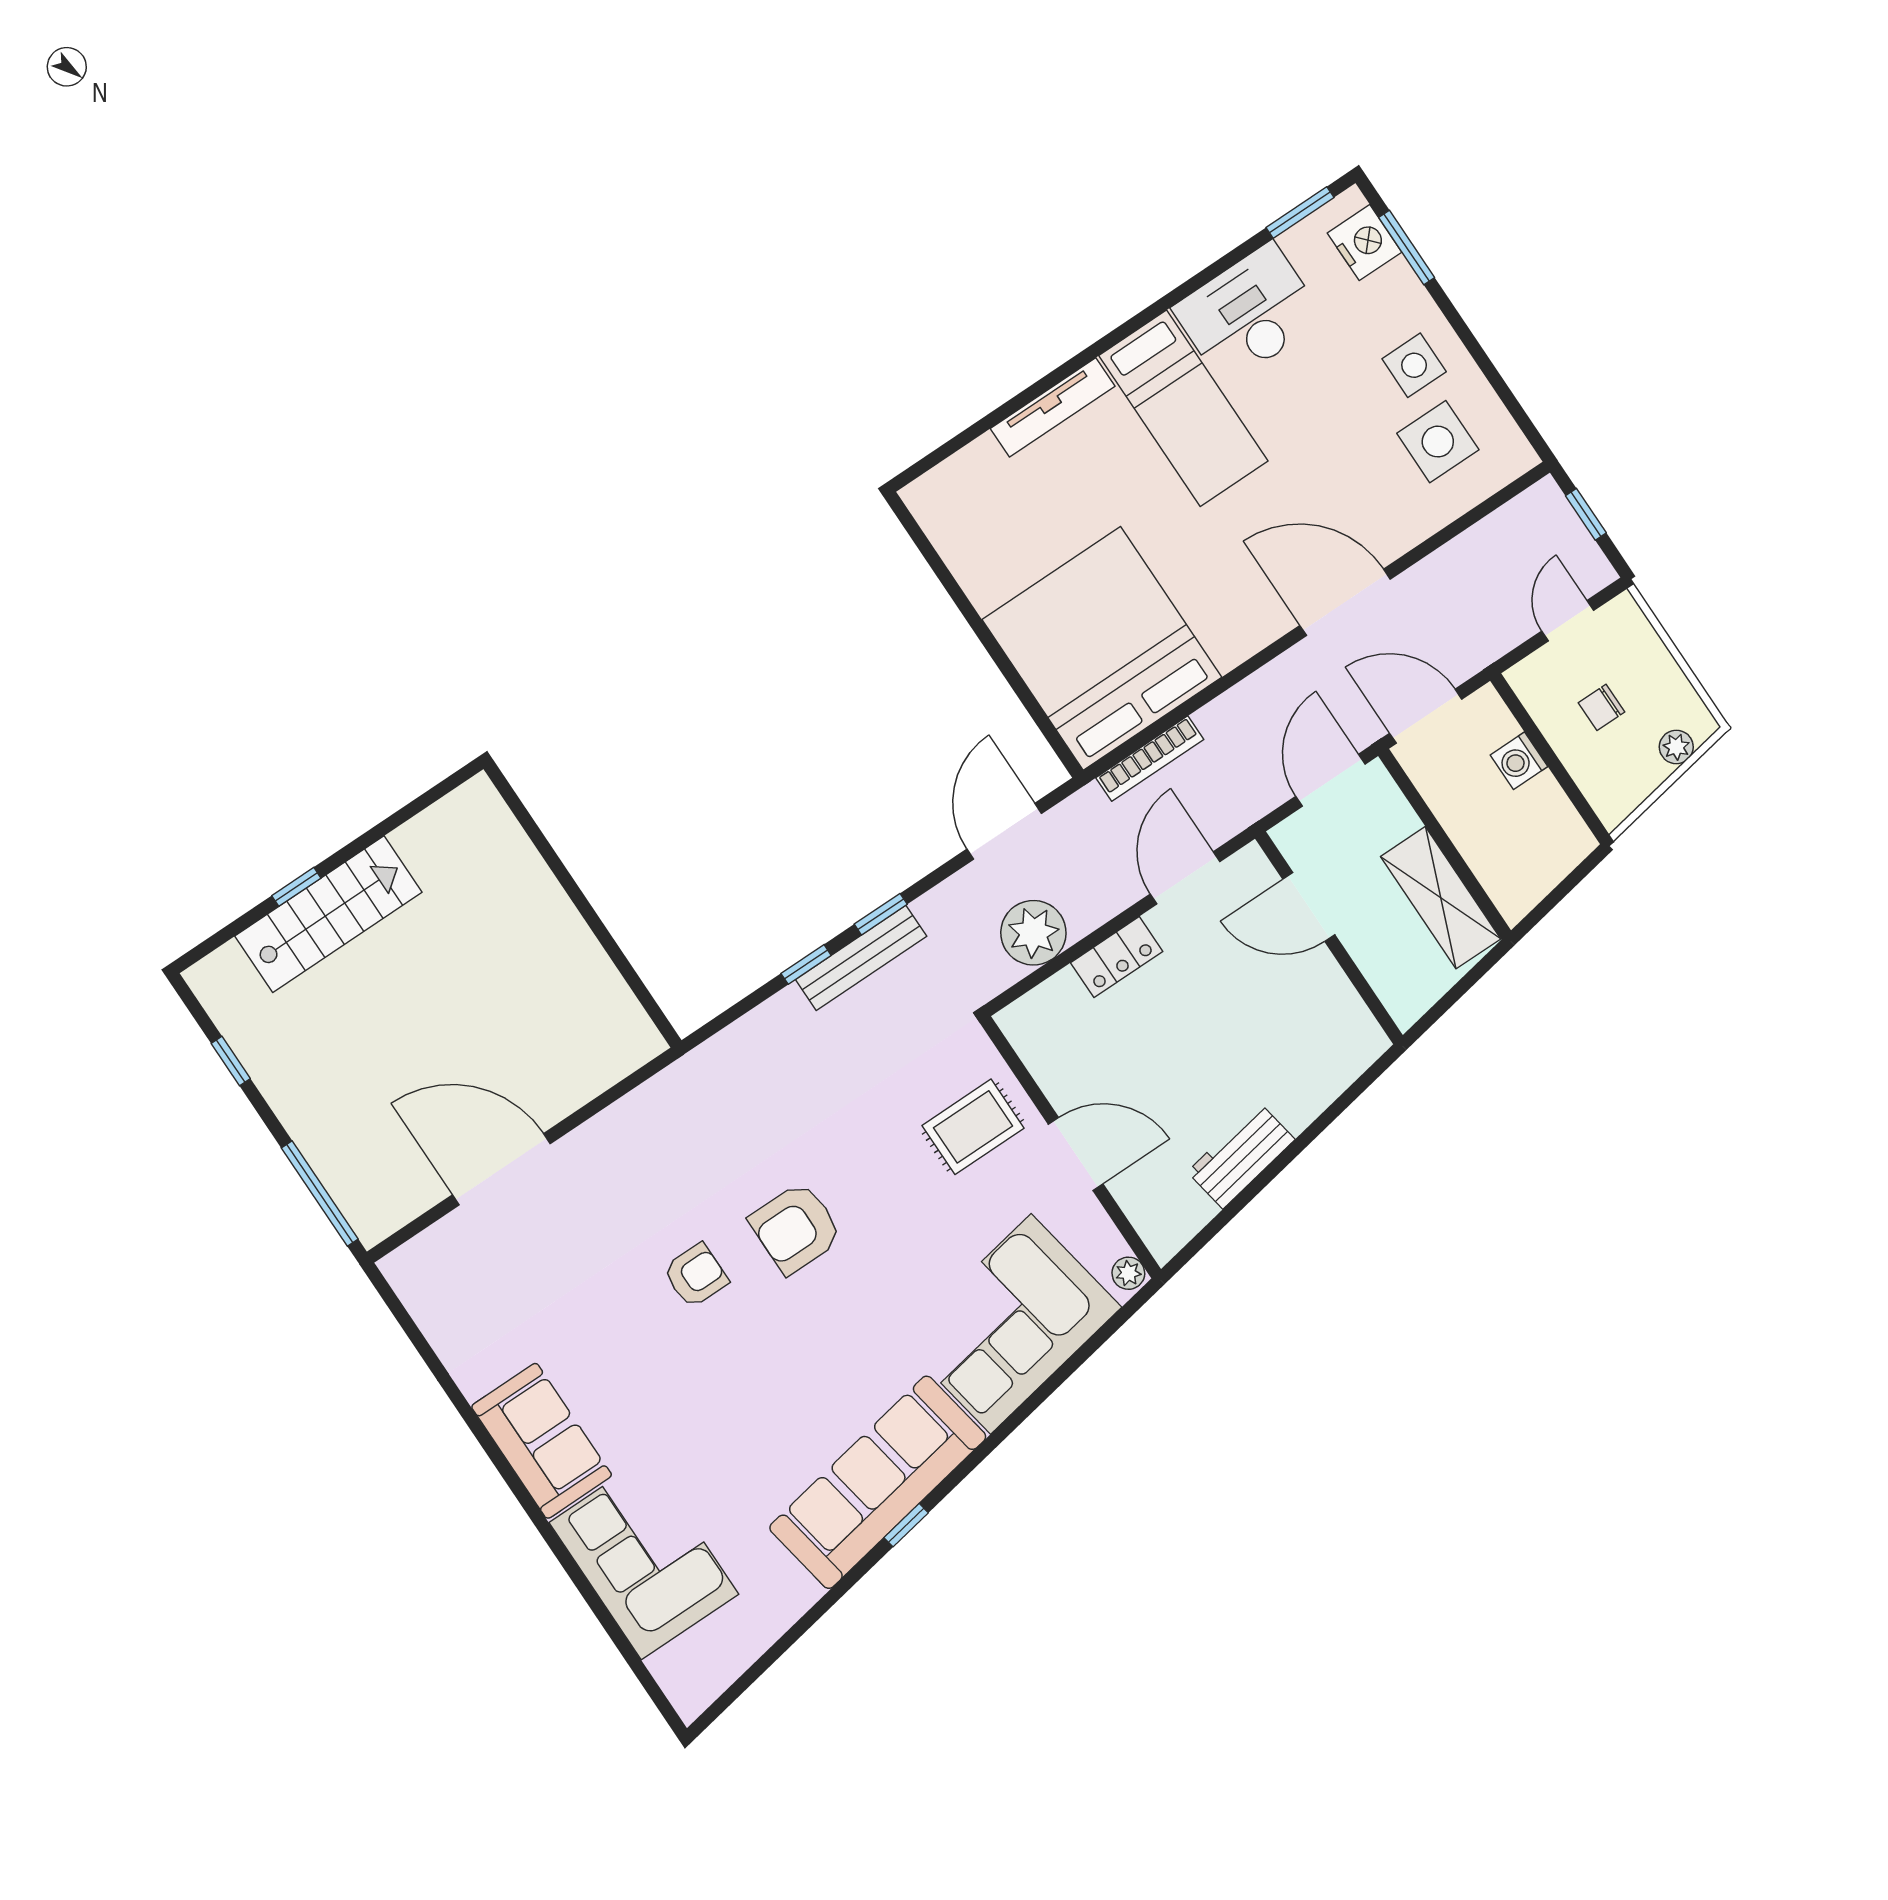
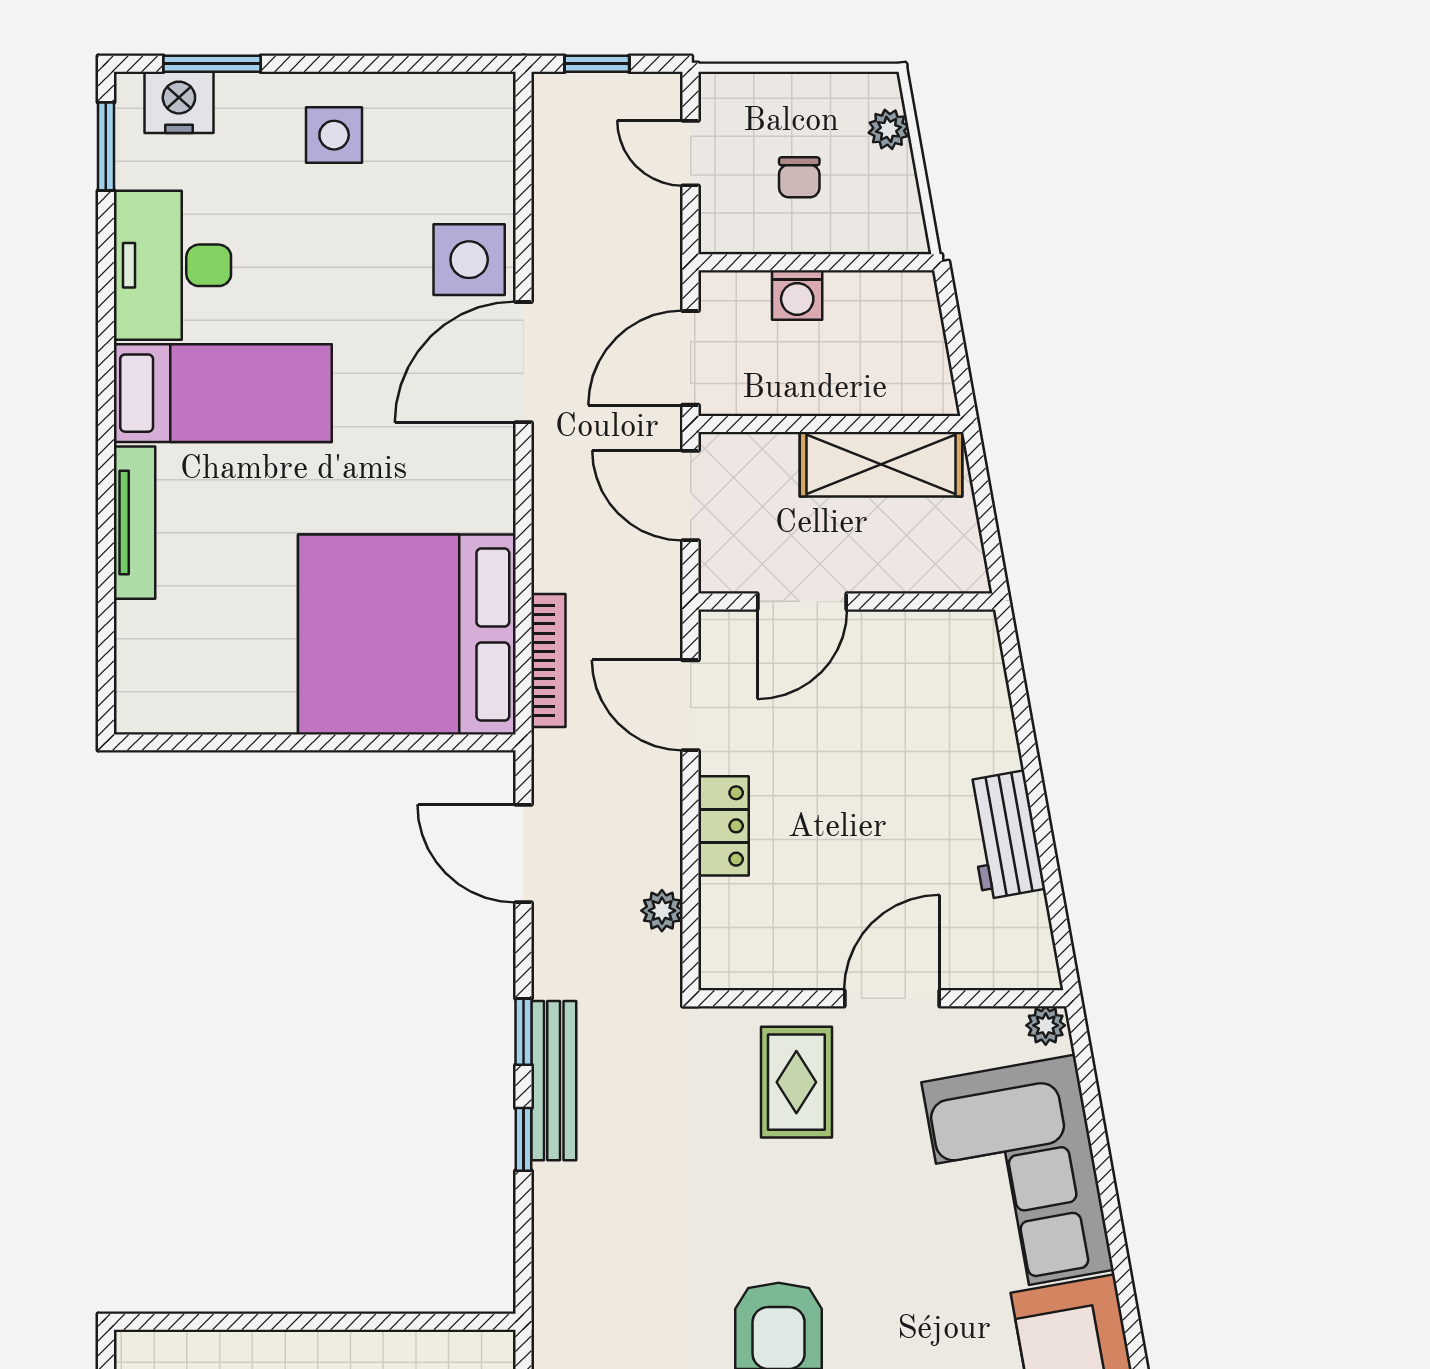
side table: (1438, 442) -> (469, 260), moved
plant: (1033, 933) -> (662, 911), width x0.53, depth x0.53

